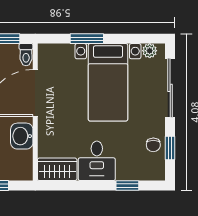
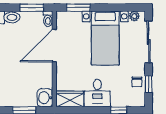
window: (87, 39) -> (78, 8), moved
washbasin: (22, 136) -> (45, 98), moved

